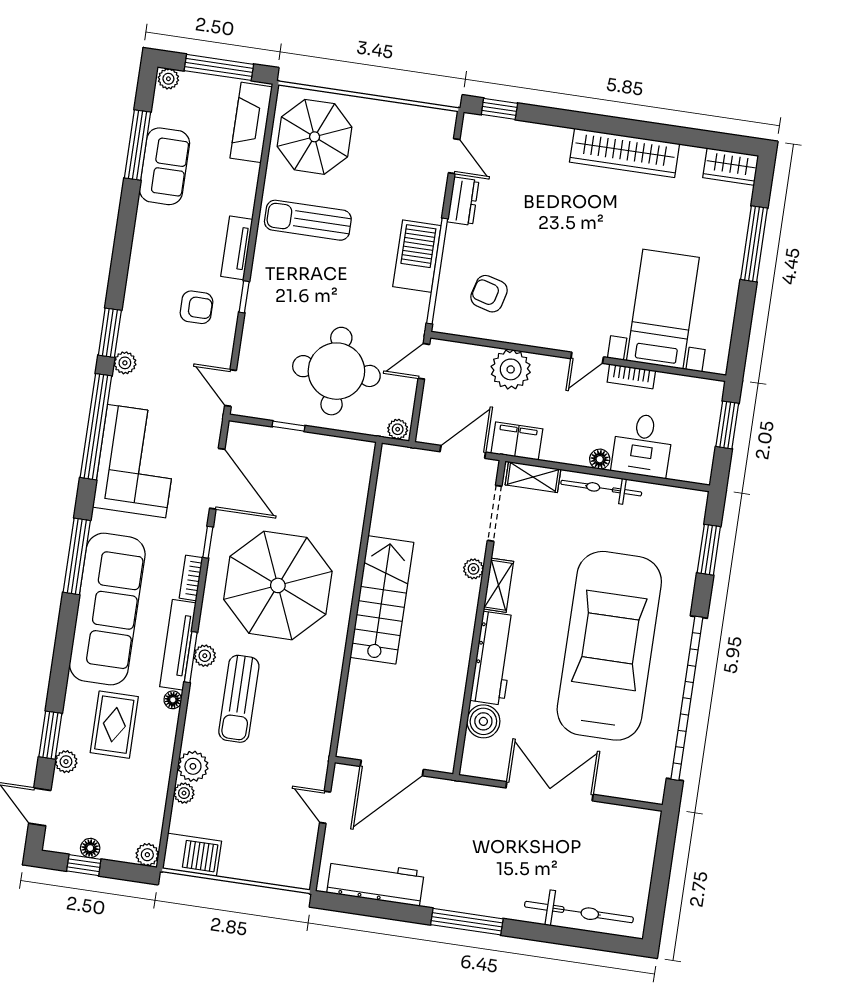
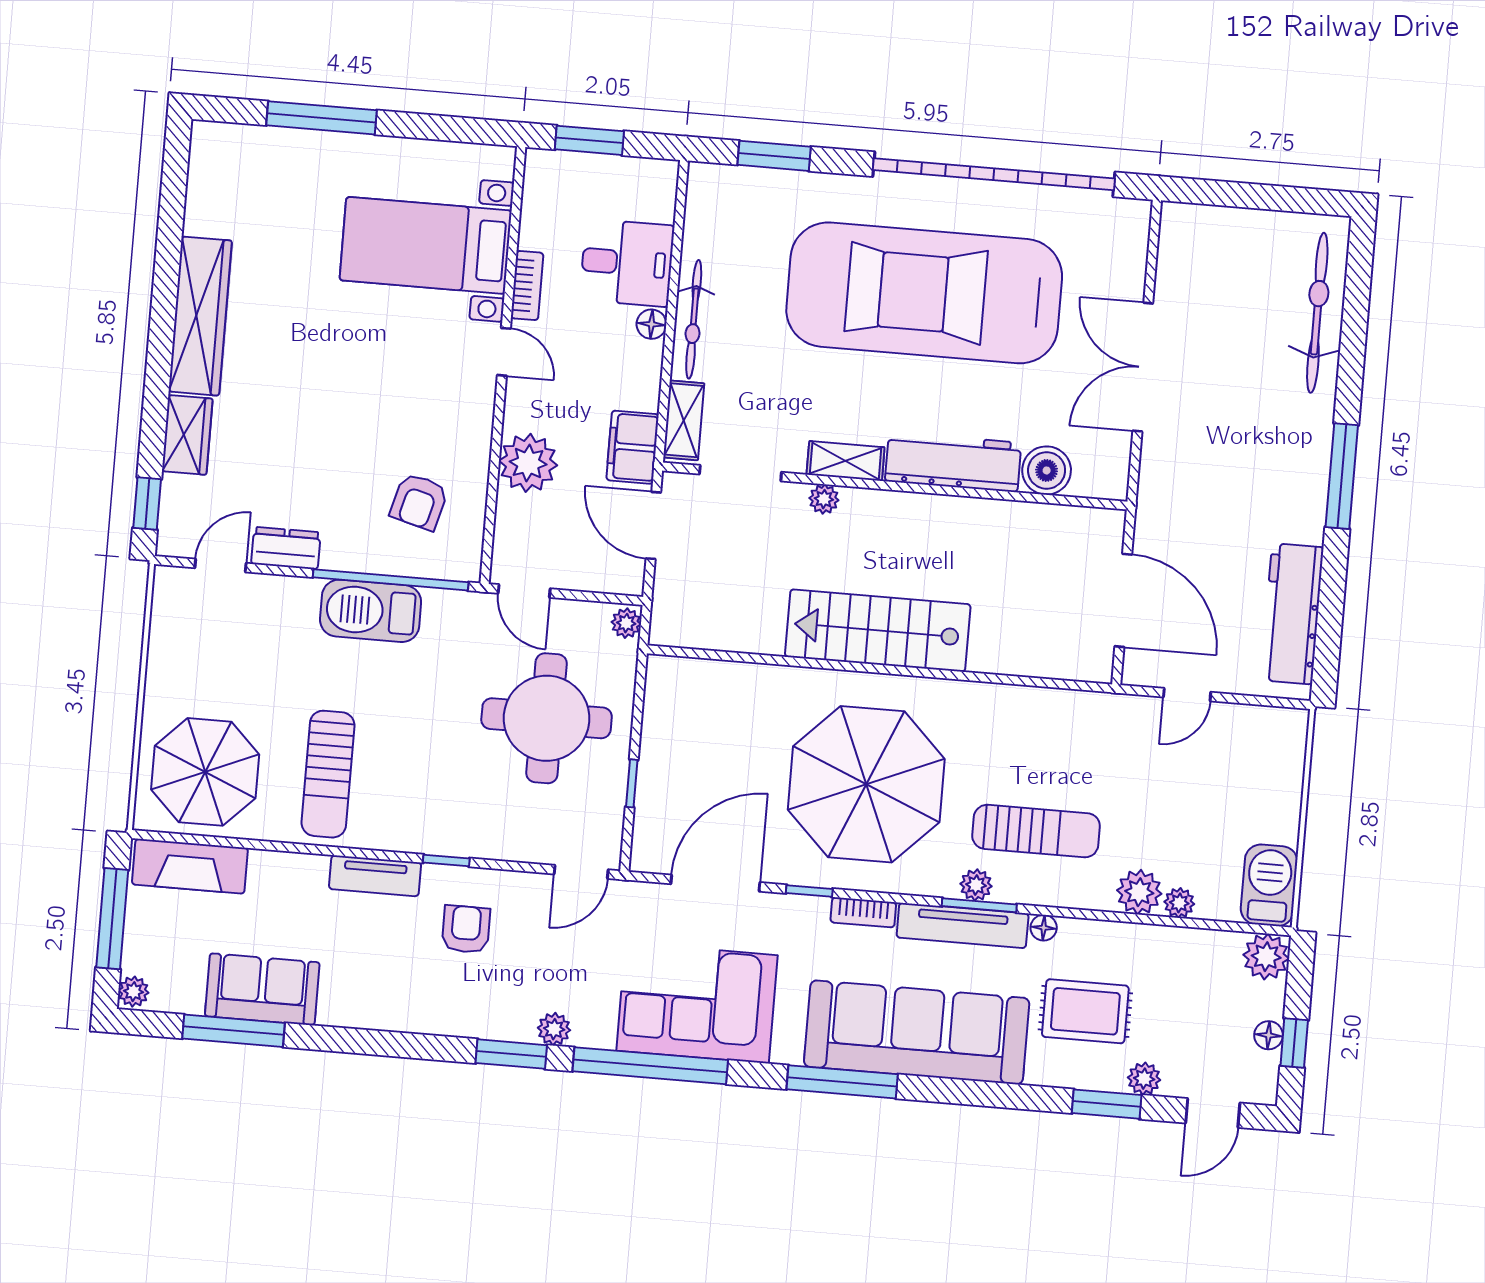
wardrobe: (731, 167) -> (187, 435), moved
plant: (147, 855) -> (1266, 957), width x1.38, depth x1.38

